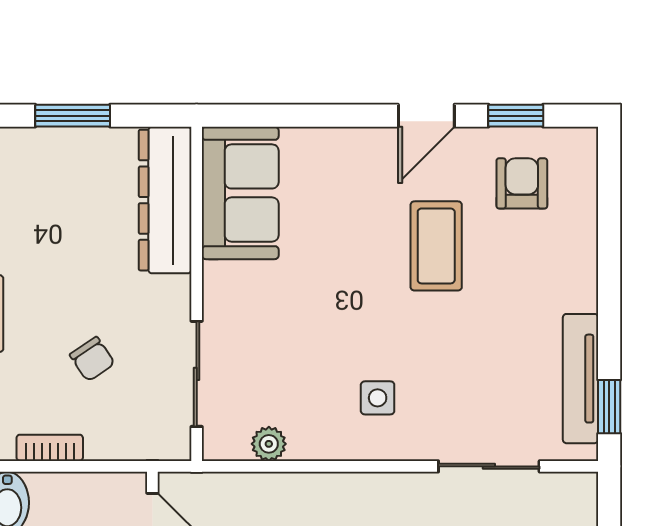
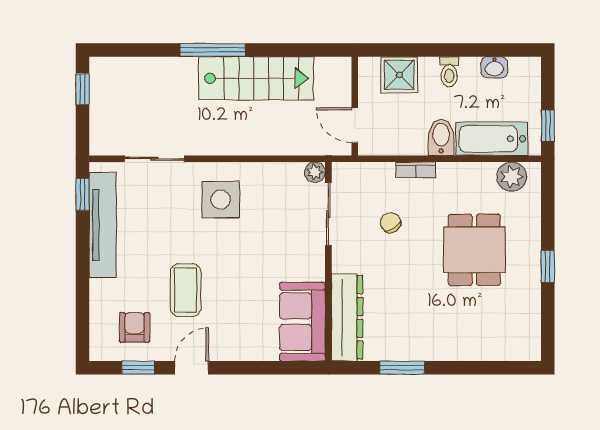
armchair: (522, 183) -> (135, 327), turned 180
tv unit: (581, 379) -> (103, 225), width x1.36, depth x1.29
side table: (378, 398) -> (221, 200), width x1.87, depth x1.87
plant: (269, 444) -> (315, 172), moved

